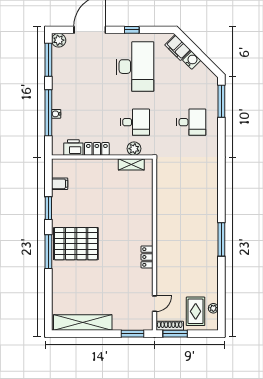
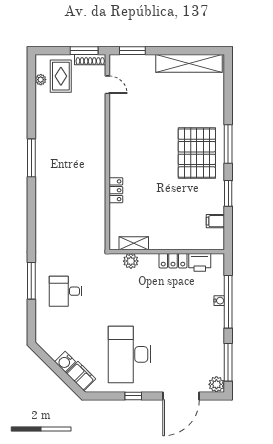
window: (221, 101) -> (31, 281), moved
desk: (135, 122) -> (130, 291), removed
pallet: (76, 244) -> (197, 153), turned 90
locker: (147, 257) -> (116, 190), moved
door: (154, 304) -> (107, 85), swing flipped

